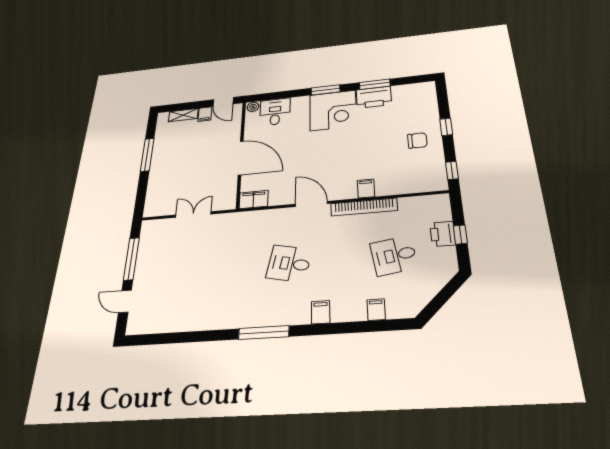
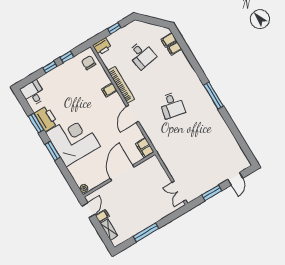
corner desk: (333, 110) -> (73, 140), width x1.36, depth x1.36
desk: (275, 112) -> (33, 93), moved, turned 90
chair: (417, 140) -> (89, 63), moved
window: (452, 170) -> (67, 57), moved
double door: (193, 215) -> (179, 191), moved
printer: (443, 234) -> (102, 47), moved
window: (131, 259) -> (212, 193), width x0.69
filing cabinet: (321, 312) -> (169, 40), moved

